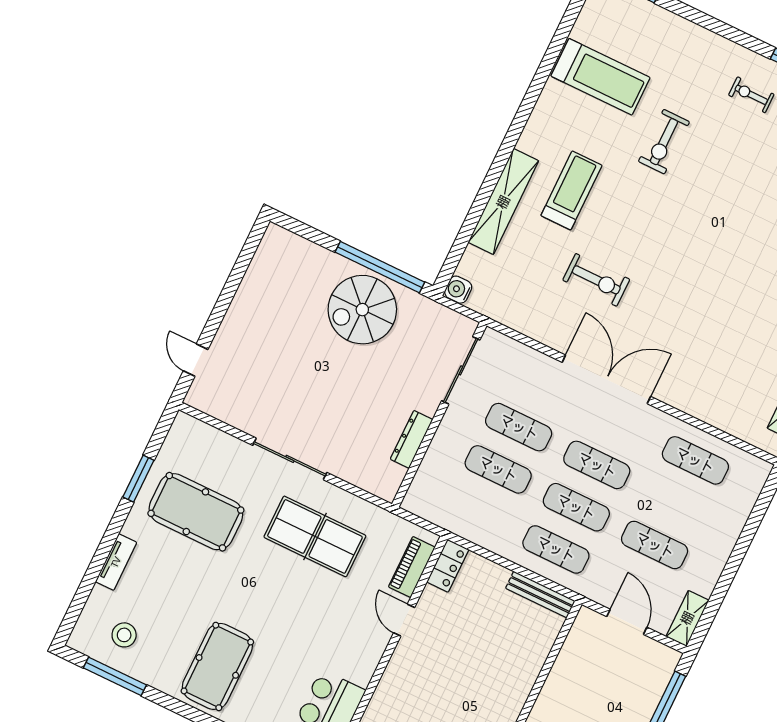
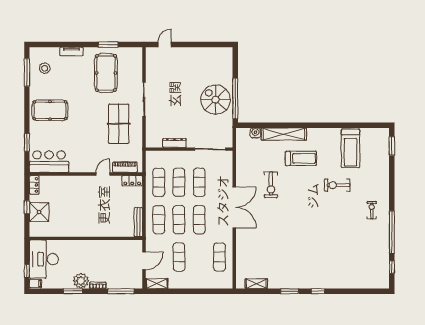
water cooler: (458, 290) -> (255, 133), moved
exercise mat: (478, 512) -> (159, 182), added

